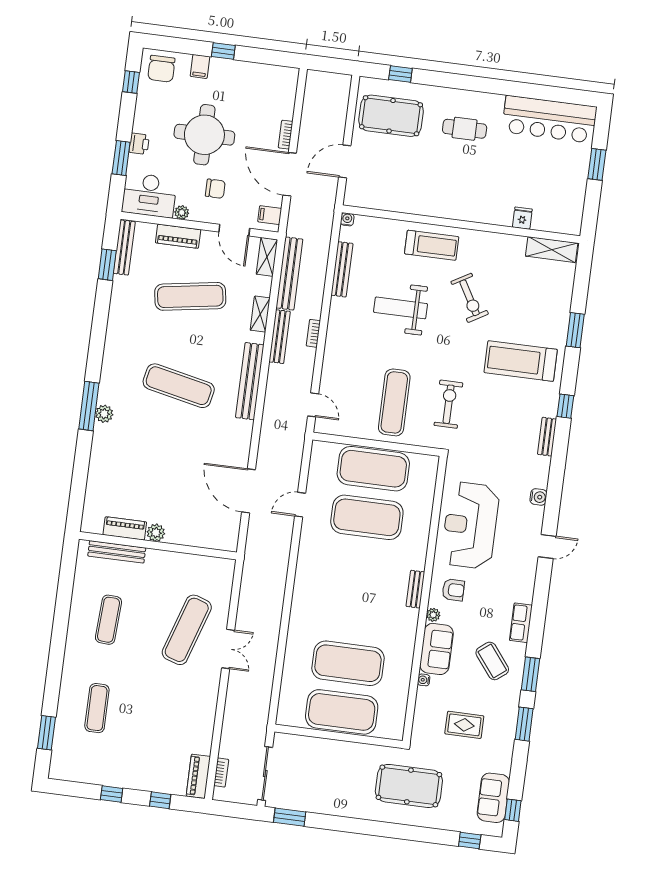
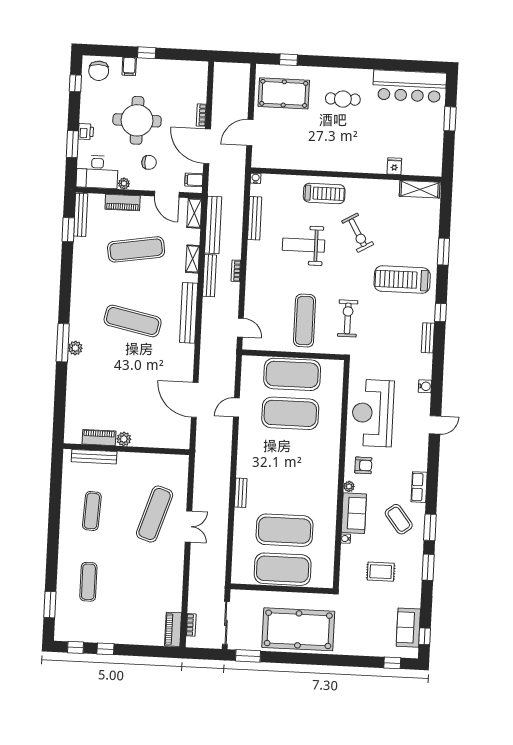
bench: (415, 589) -> (241, 493), moved
pool table: (409, 786) -> (298, 629), moved, width x1.36, depth x1.32
window: (160, 800) -> (75, 647), moved

